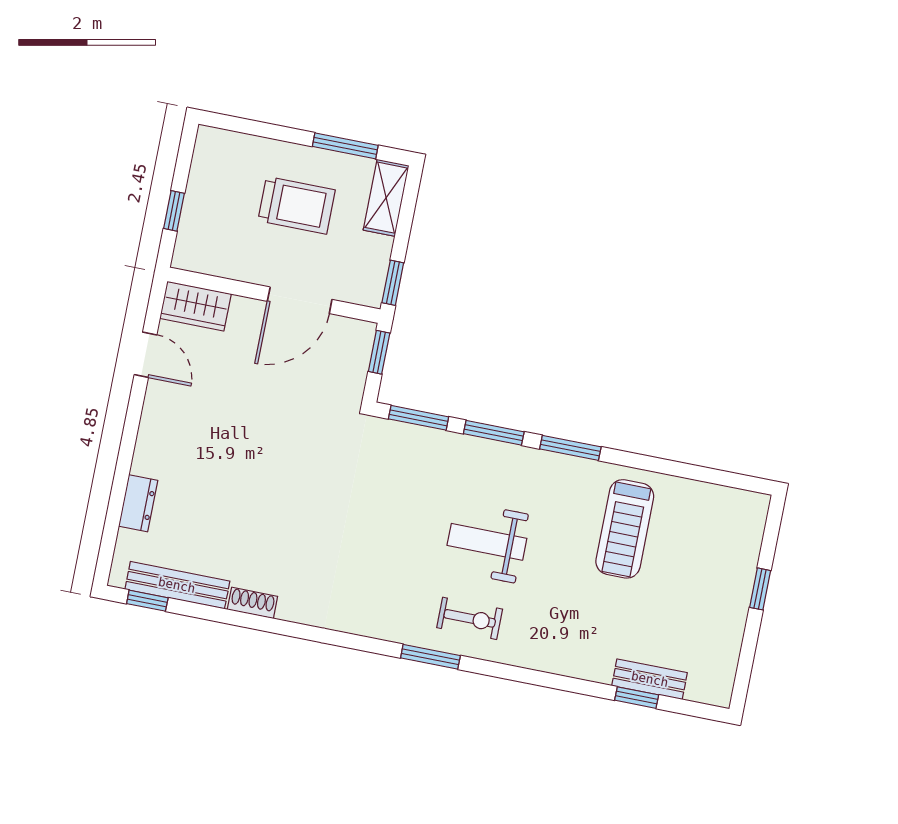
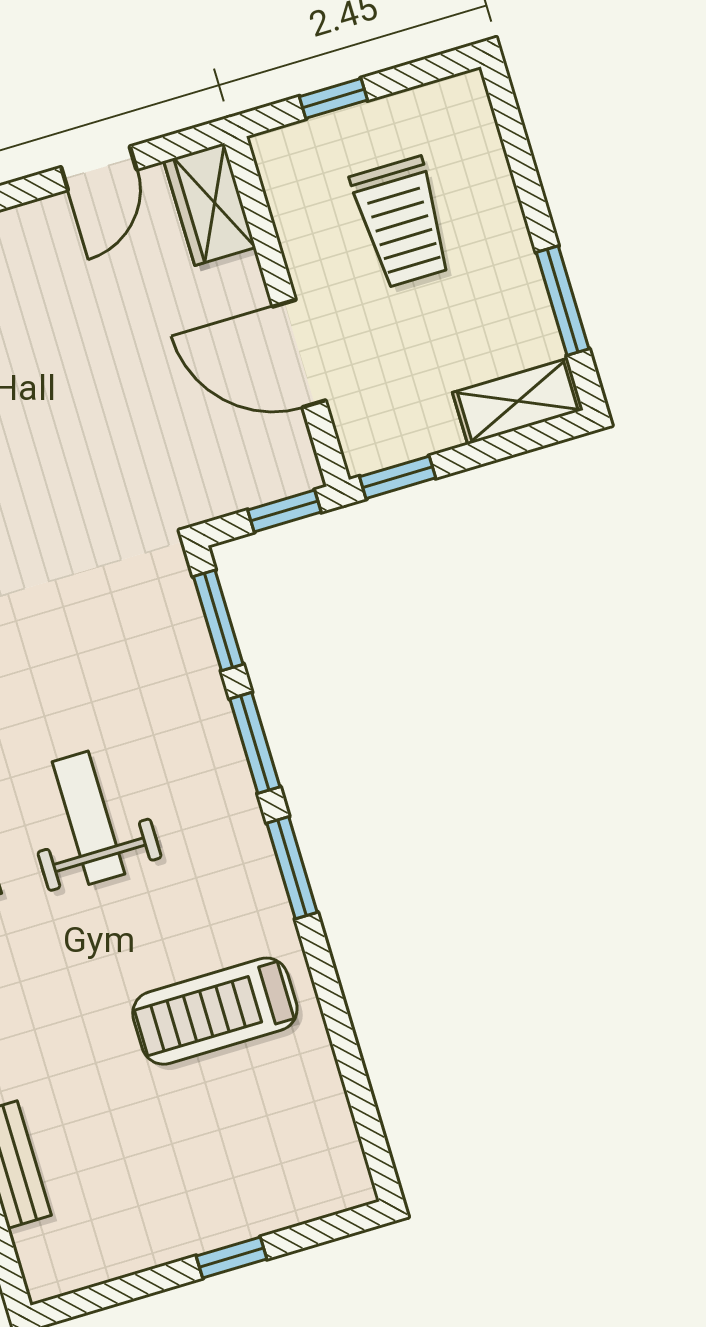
trolley: (297, 205) -> (402, 222), moved

